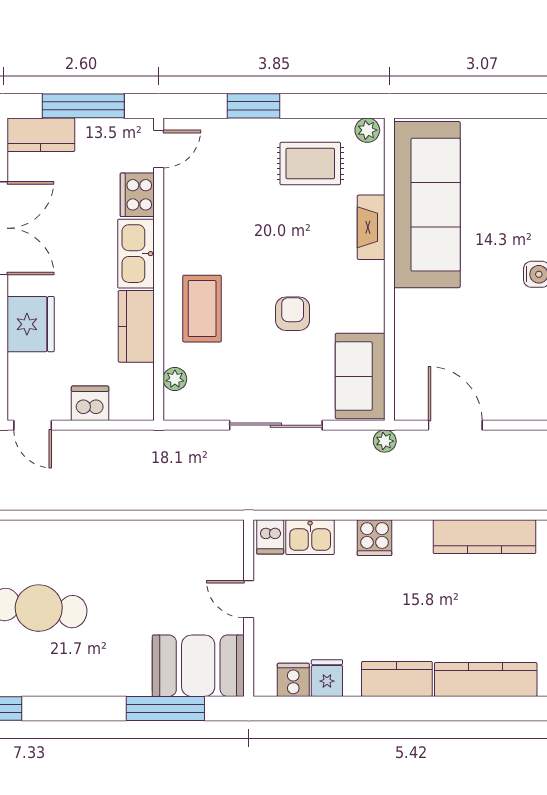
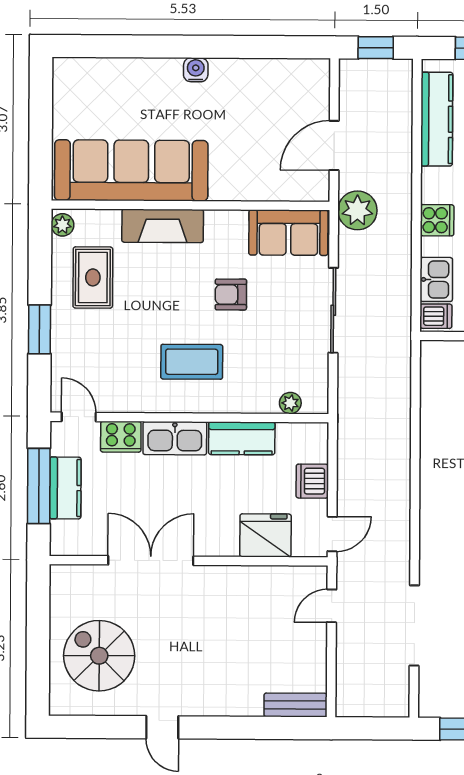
kitchen counter: (41, 135) -> (65, 488), moved
fireplace: (371, 227) -> (163, 226), width x1.37, depth x1.32
coffee table: (202, 309) -> (192, 362), moved
fridge: (31, 324) -> (265, 535), moved
plant: (385, 441) -> (357, 210), width x1.87, depth x1.87

